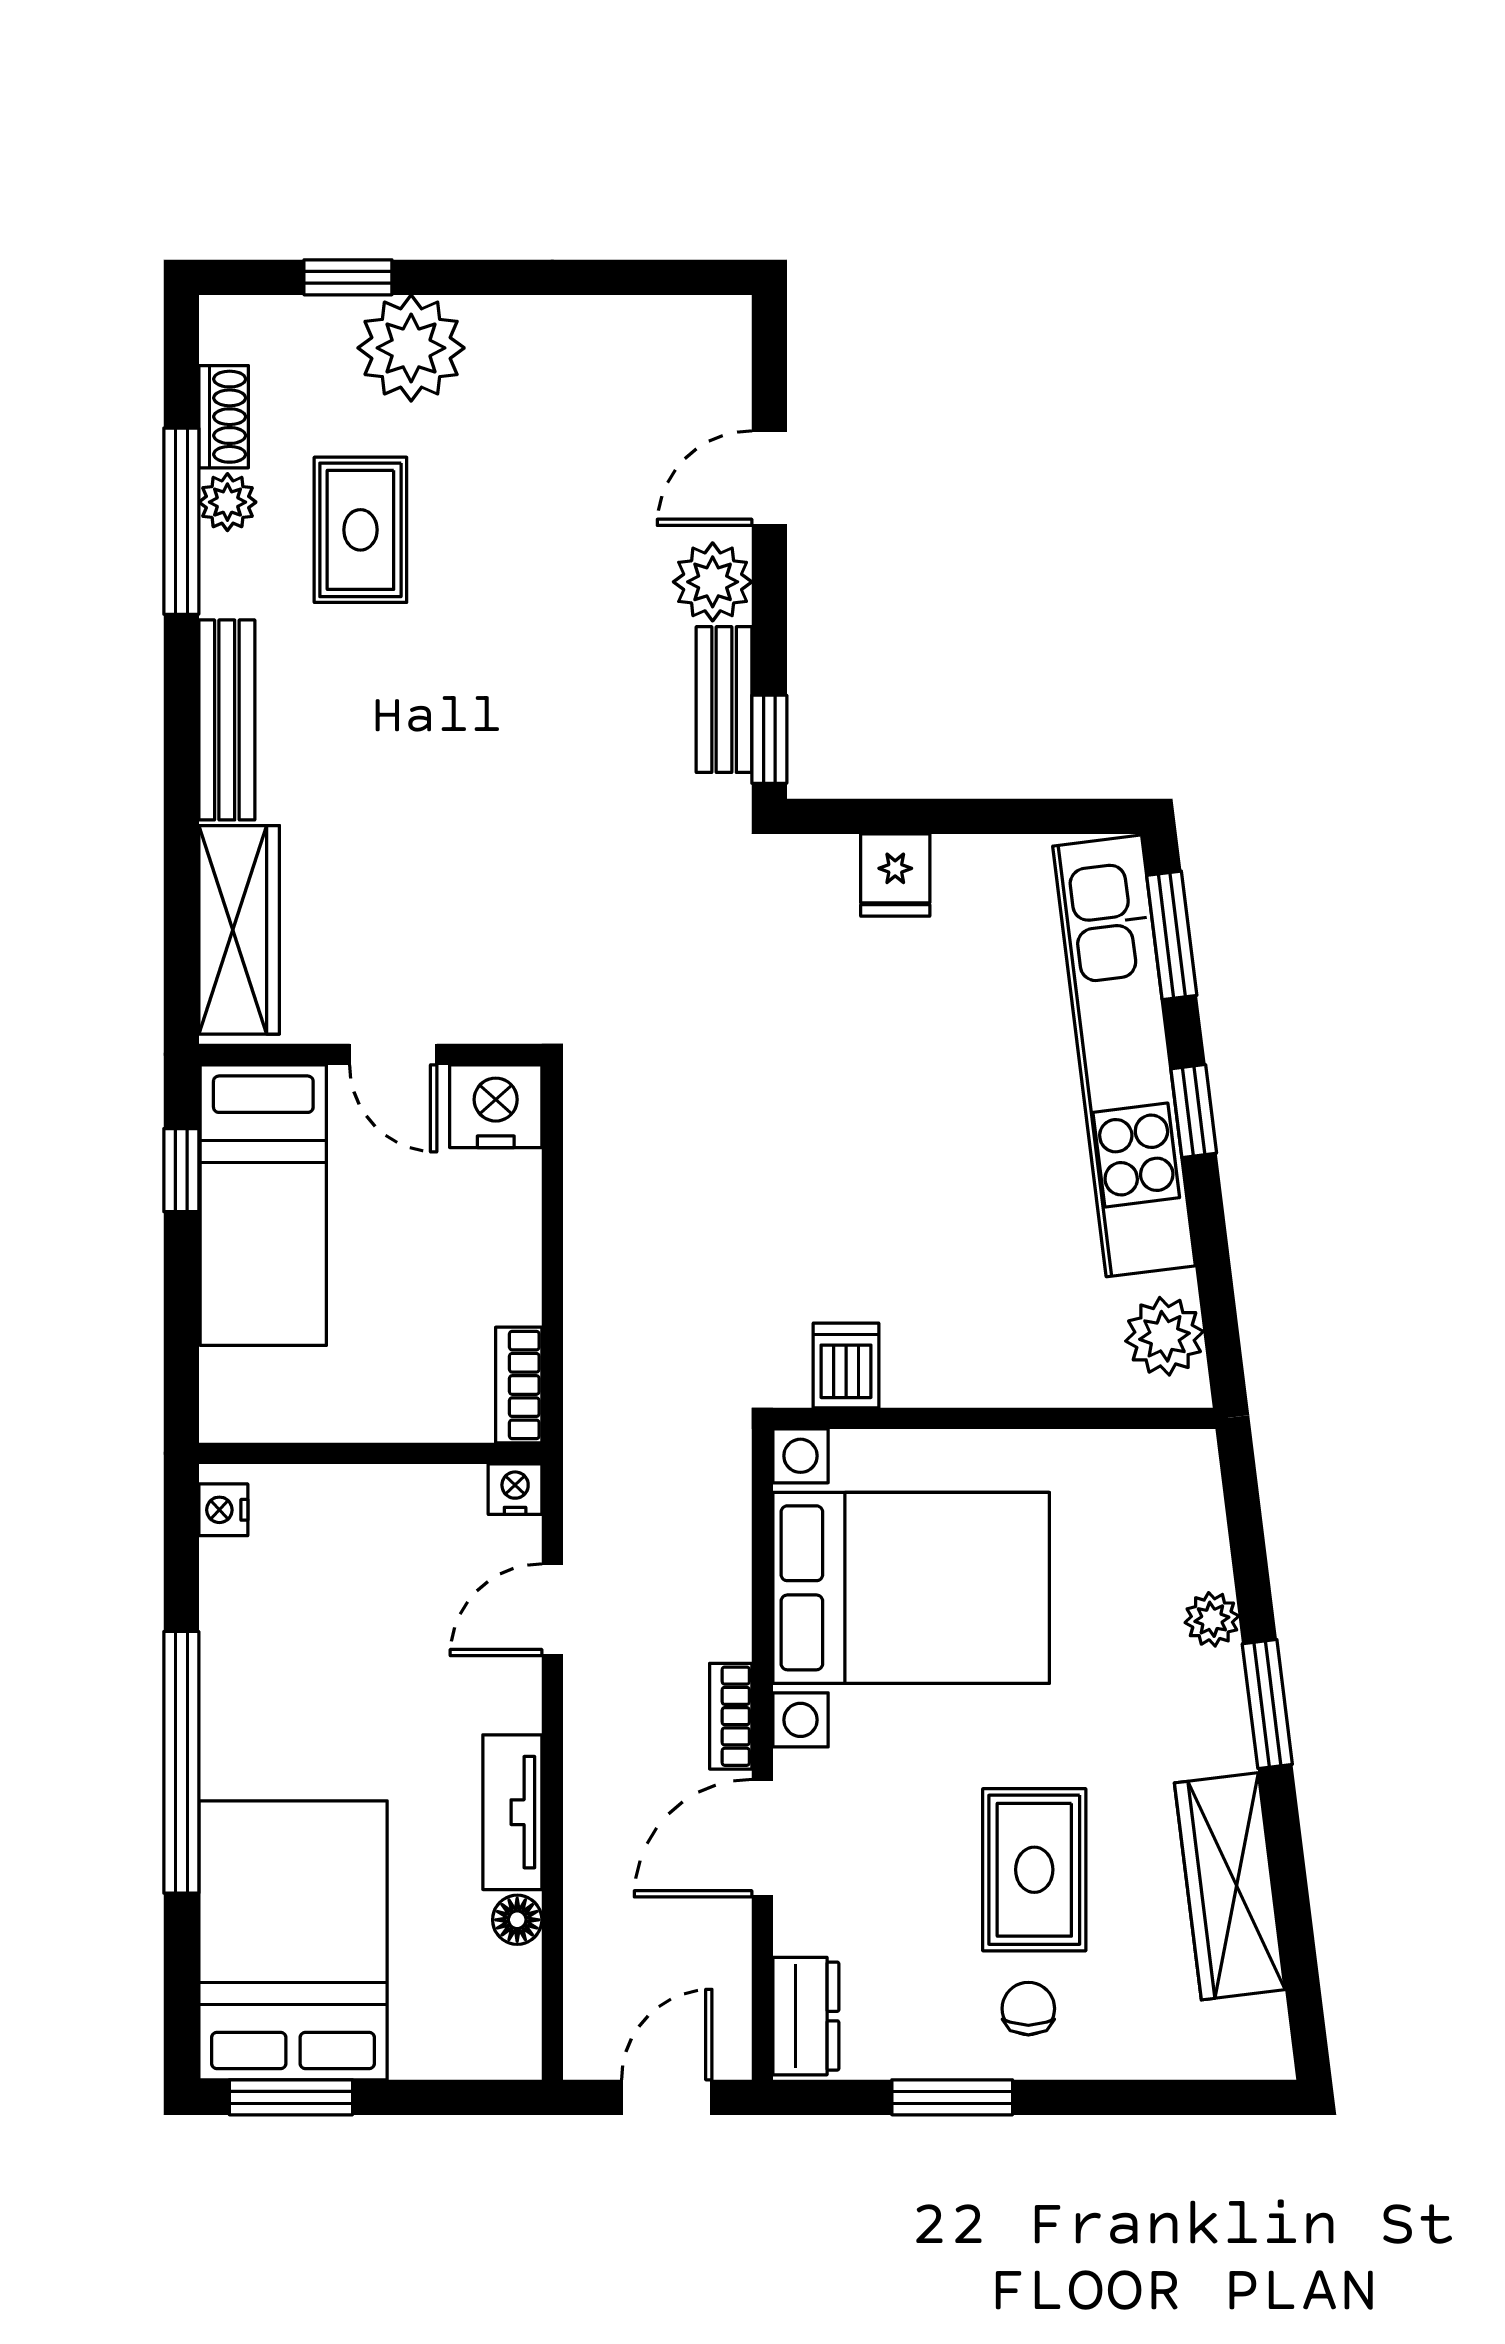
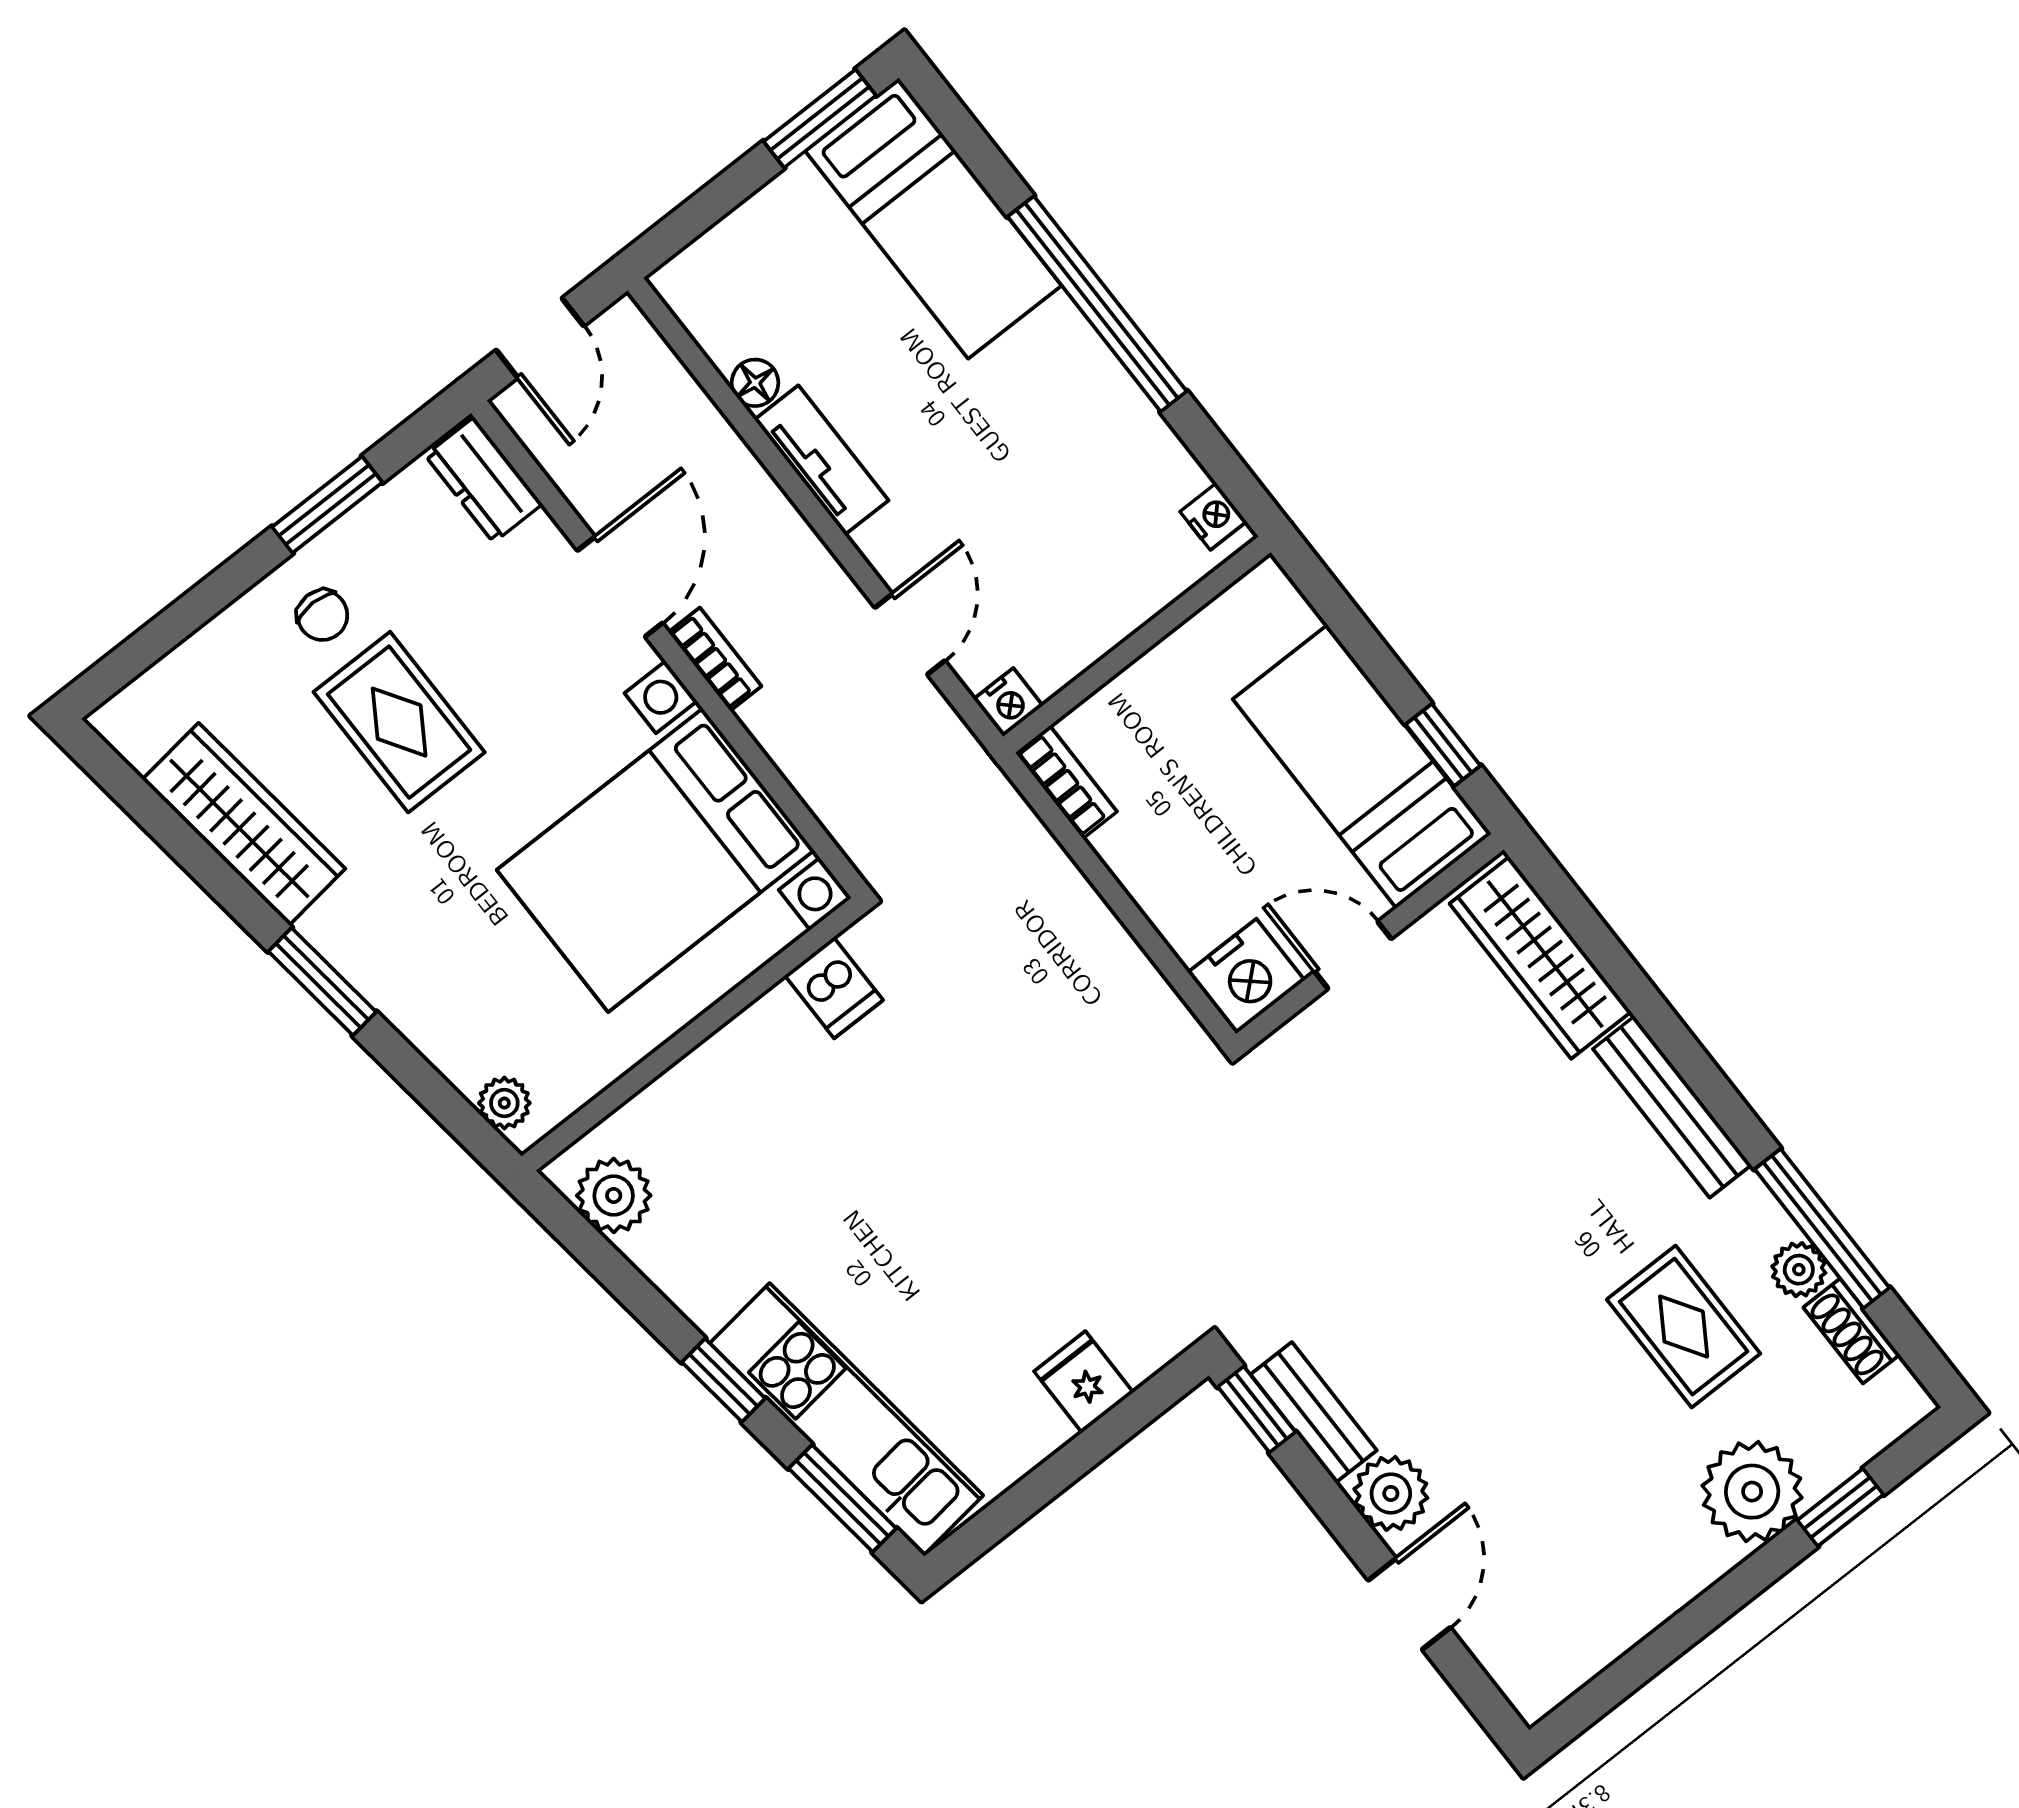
kitchen unit: (1124, 1056) -> (846, 1419), width x0.73
plant: (1212, 1619) -> (504, 1103), moved
bed: (293, 1940) -> (933, 218), width x0.67

